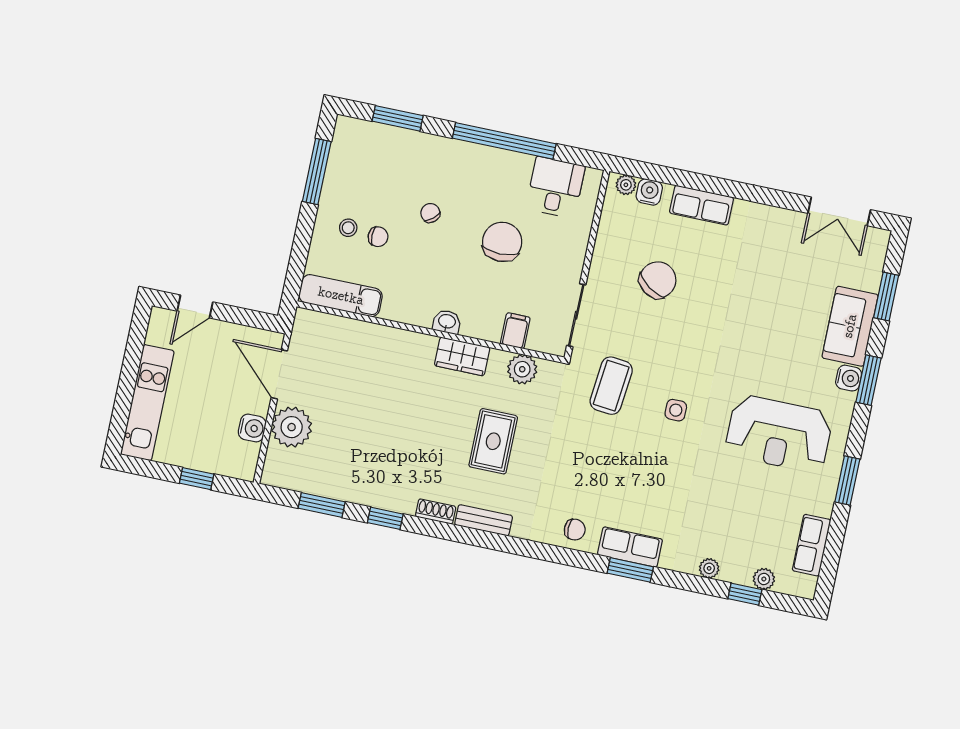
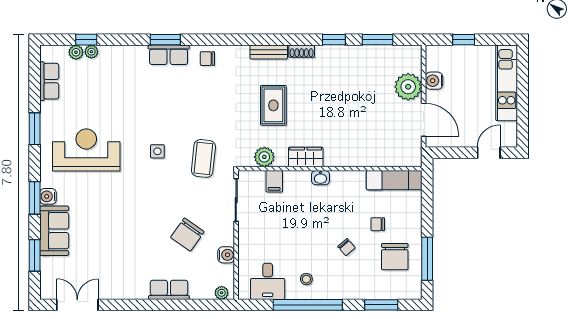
water cooler: (649, 192) -> (226, 255), moved, turned -90
stool: (348, 228) -> (306, 279), moved
chair: (502, 242) -> (395, 257), moved
plant: (709, 568) -> (91, 52), moved

